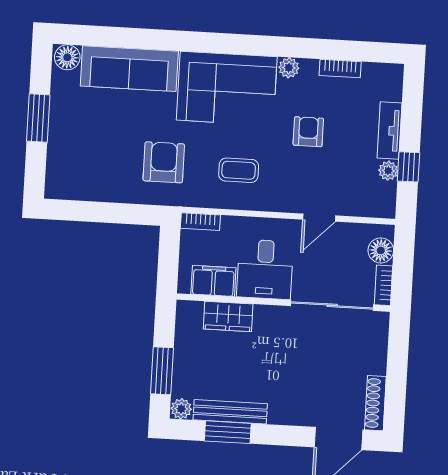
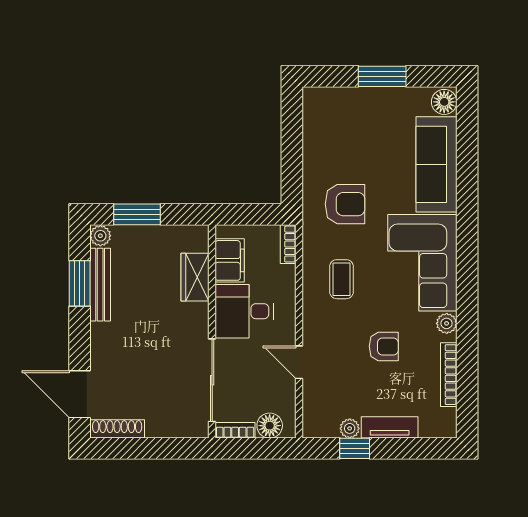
bookcase: (340, 69) -> (449, 375), width x1.56

